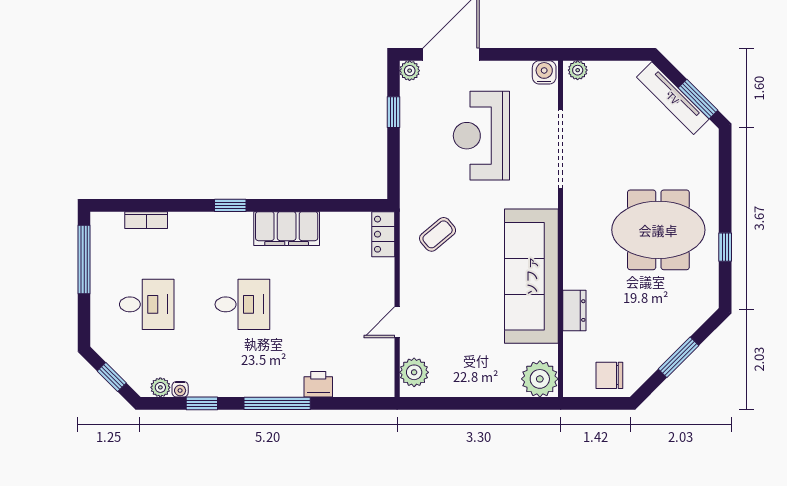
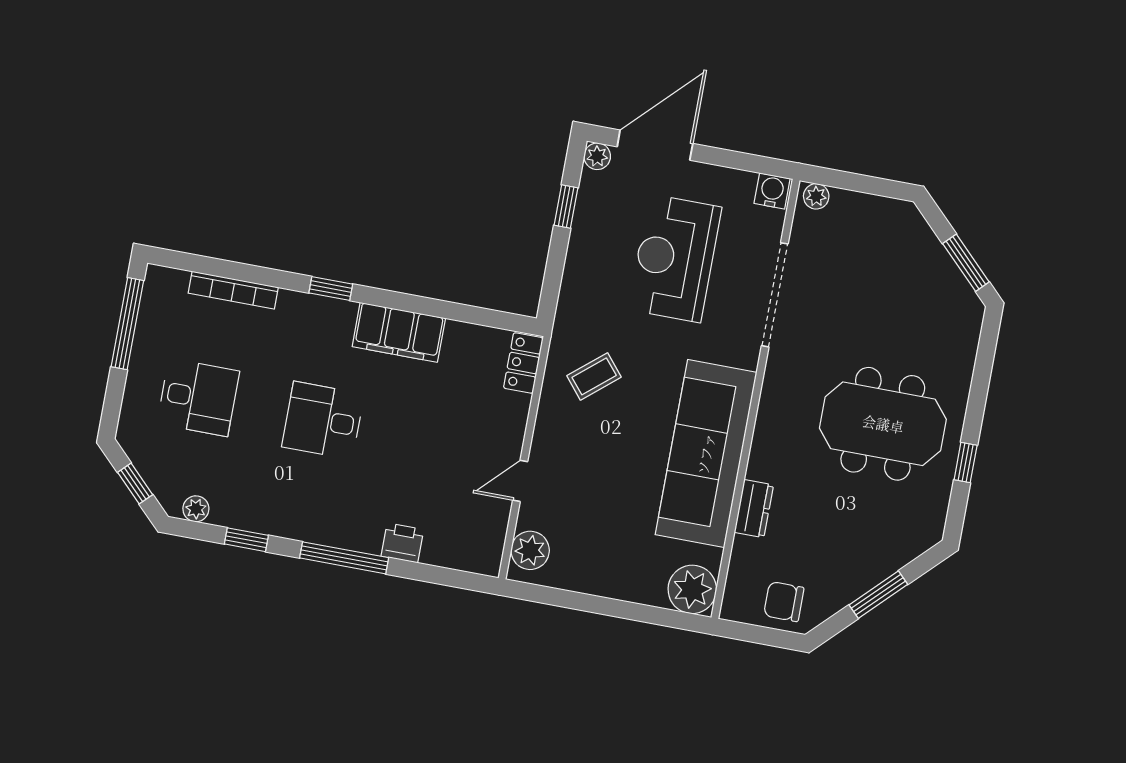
tv unit: (673, 98) -> (933, 256), removed
bookcase: (146, 220) -> (233, 290), width x1.56
desk: (242, 304) -> (323, 420), turned 180
water cooler: (180, 389) -> (221, 516), removed

